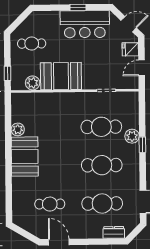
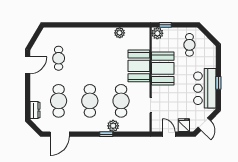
plant: (33, 83) -> (157, 33), moved
booth: (25, 157) -> (139, 66), moved, turned 90

